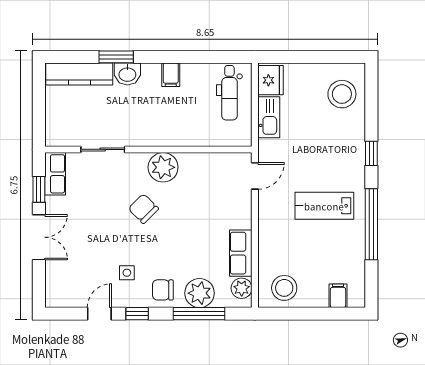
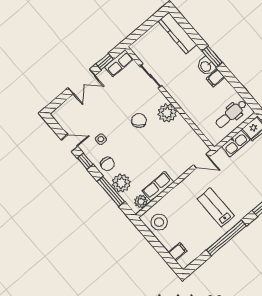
window: (116, 57) -> (212, 57), moved
washbasin: (127, 74) -> (206, 66), moved
chair: (163, 290) -> (107, 164), turned 180

